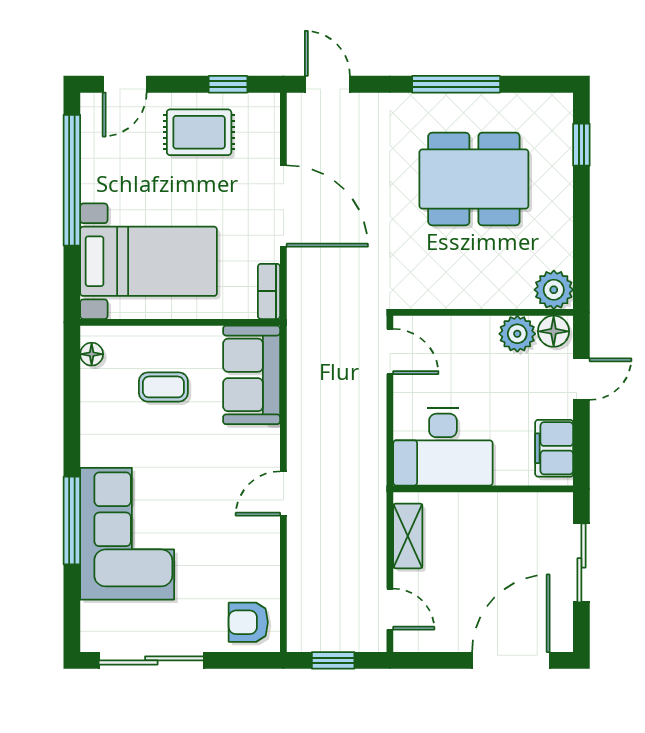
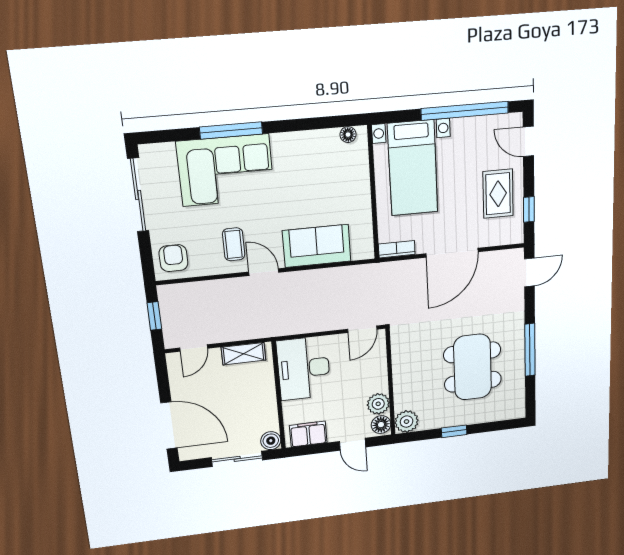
window: (581, 145) -> (454, 431), moved
sofa: (252, 375) -> (317, 246), moved
coffee table: (163, 387) -> (234, 244), moved
boiler: (558, 508) -> (271, 441), added

